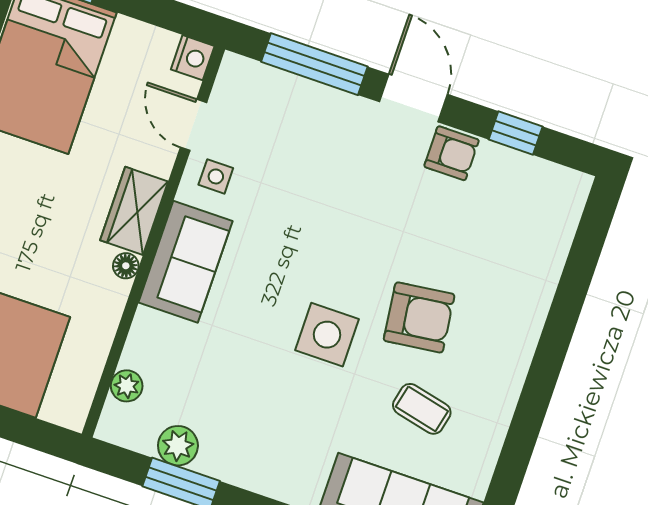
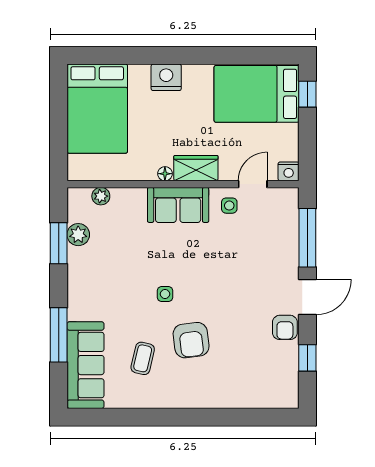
side table: (327, 335) -> (165, 294), width x0.54, depth x0.54

